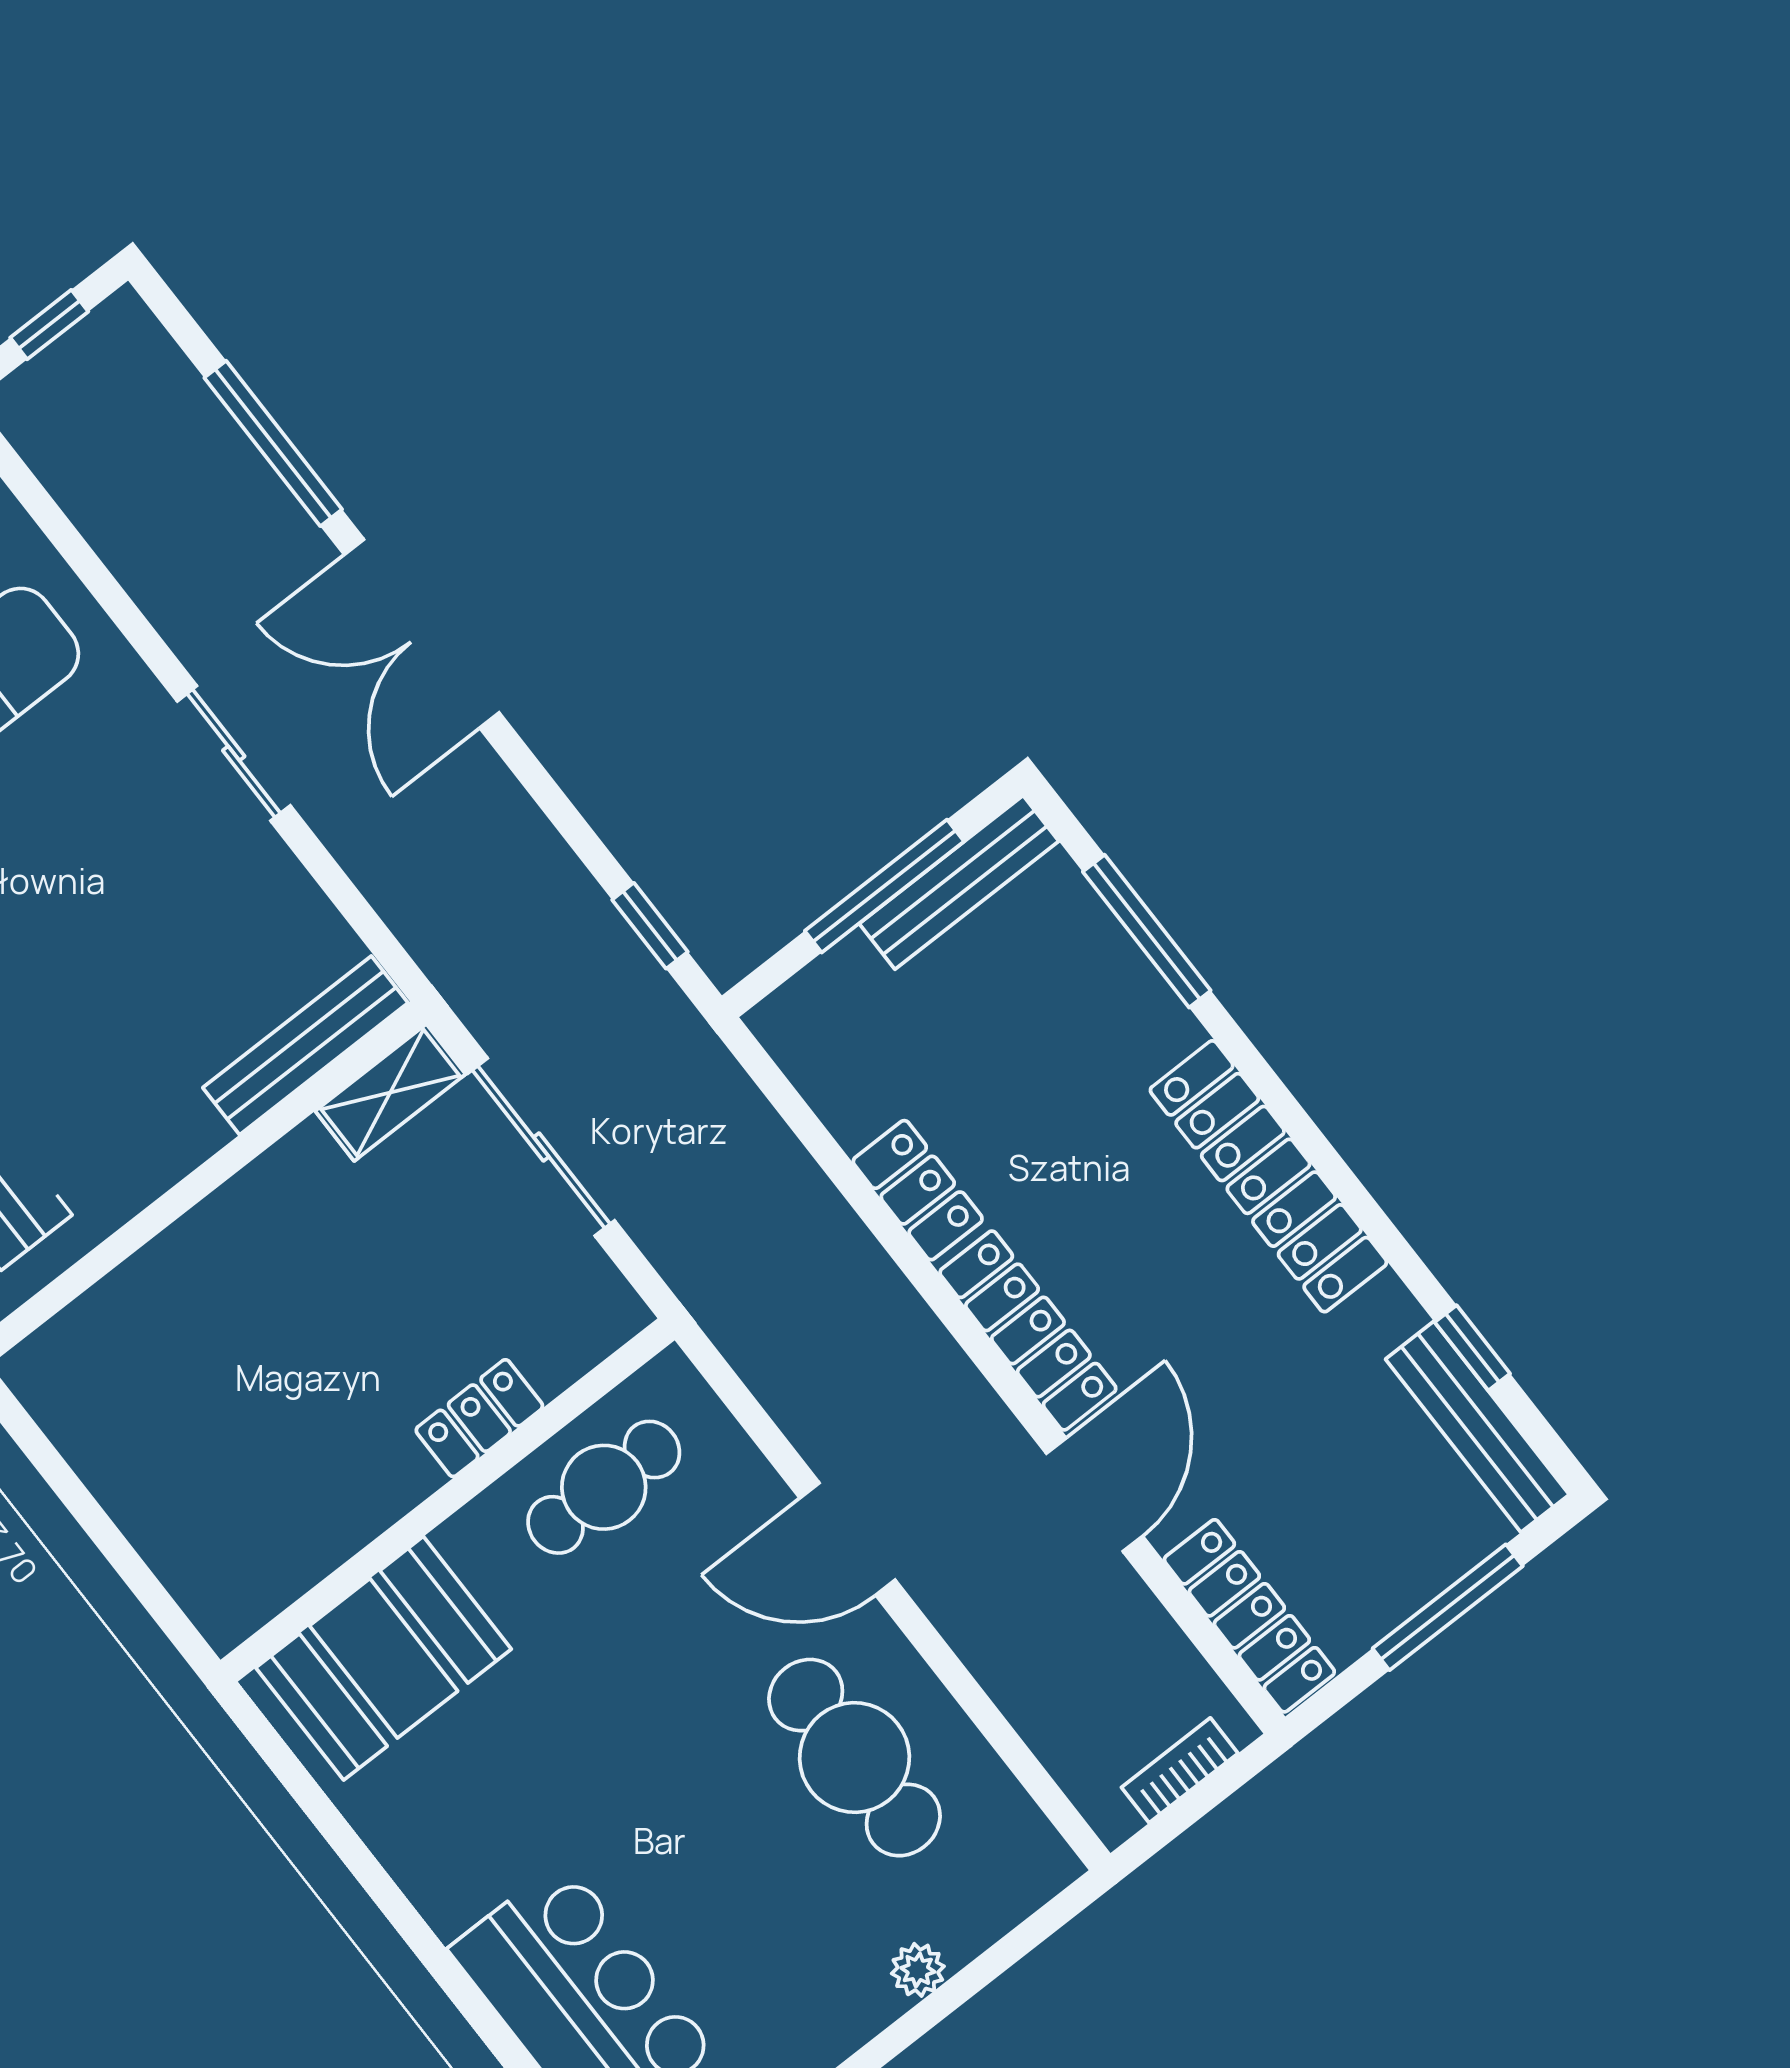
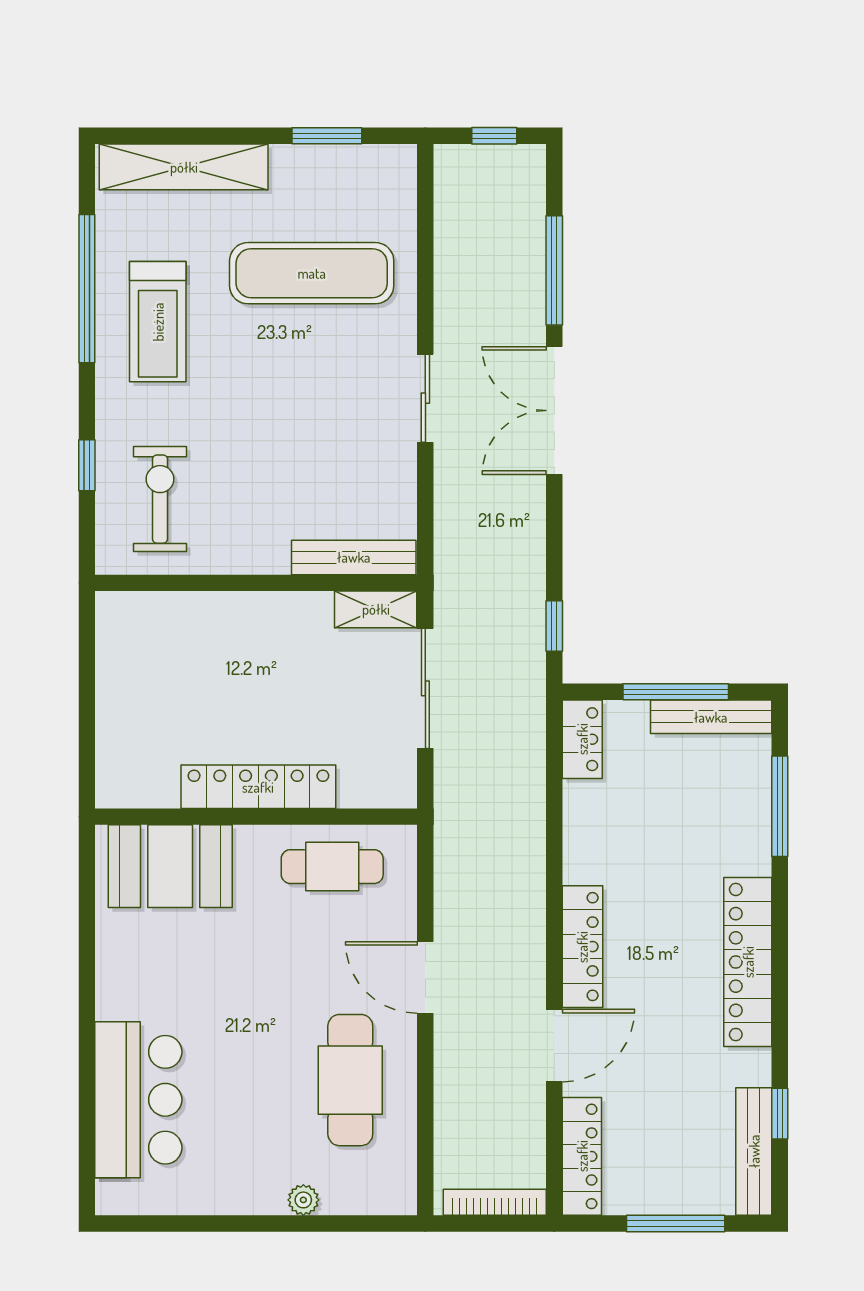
locker: (918, 1190) -> (582, 739), moved
locker: (479, 1418) -> (258, 787), width x2.16, depth x1.21
bookcase: (1180, 1770) -> (495, 1202), width x1.56

